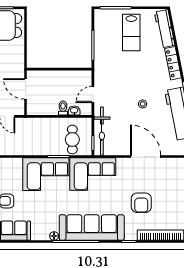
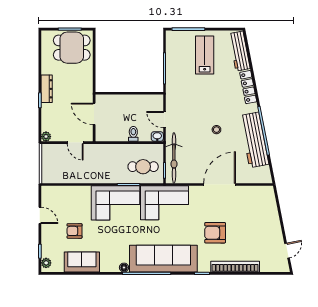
lab bench: (131, 33) -> (205, 55), turned 180
door: (93, 94) -> (165, 120), hinge flipped
washbasin: (74, 111) -> (157, 136), moved
cafe table: (72, 139) -> (143, 167), turned 90
door: (146, 157) -> (220, 184), hinge flipped
armchair: (141, 203) -> (215, 233), turned 90

